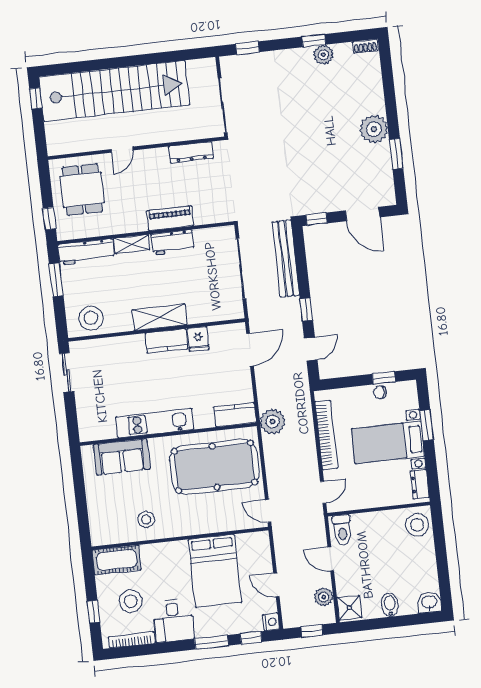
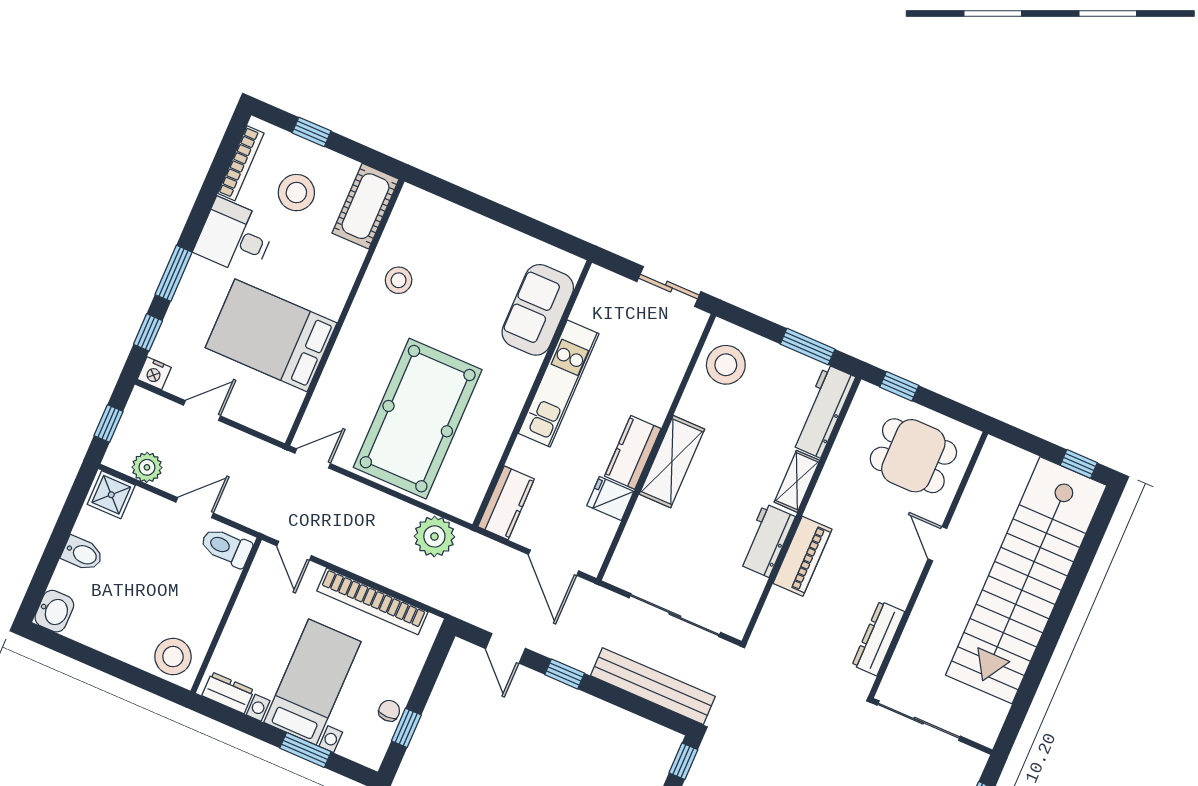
kitchen counter: (235, 415) -> (506, 503), moved
kitchen unit: (155, 423) -> (559, 383), moved
wall: (168, 434) -> (532, 394), moved
sofa: (122, 457) -> (538, 310), moved

